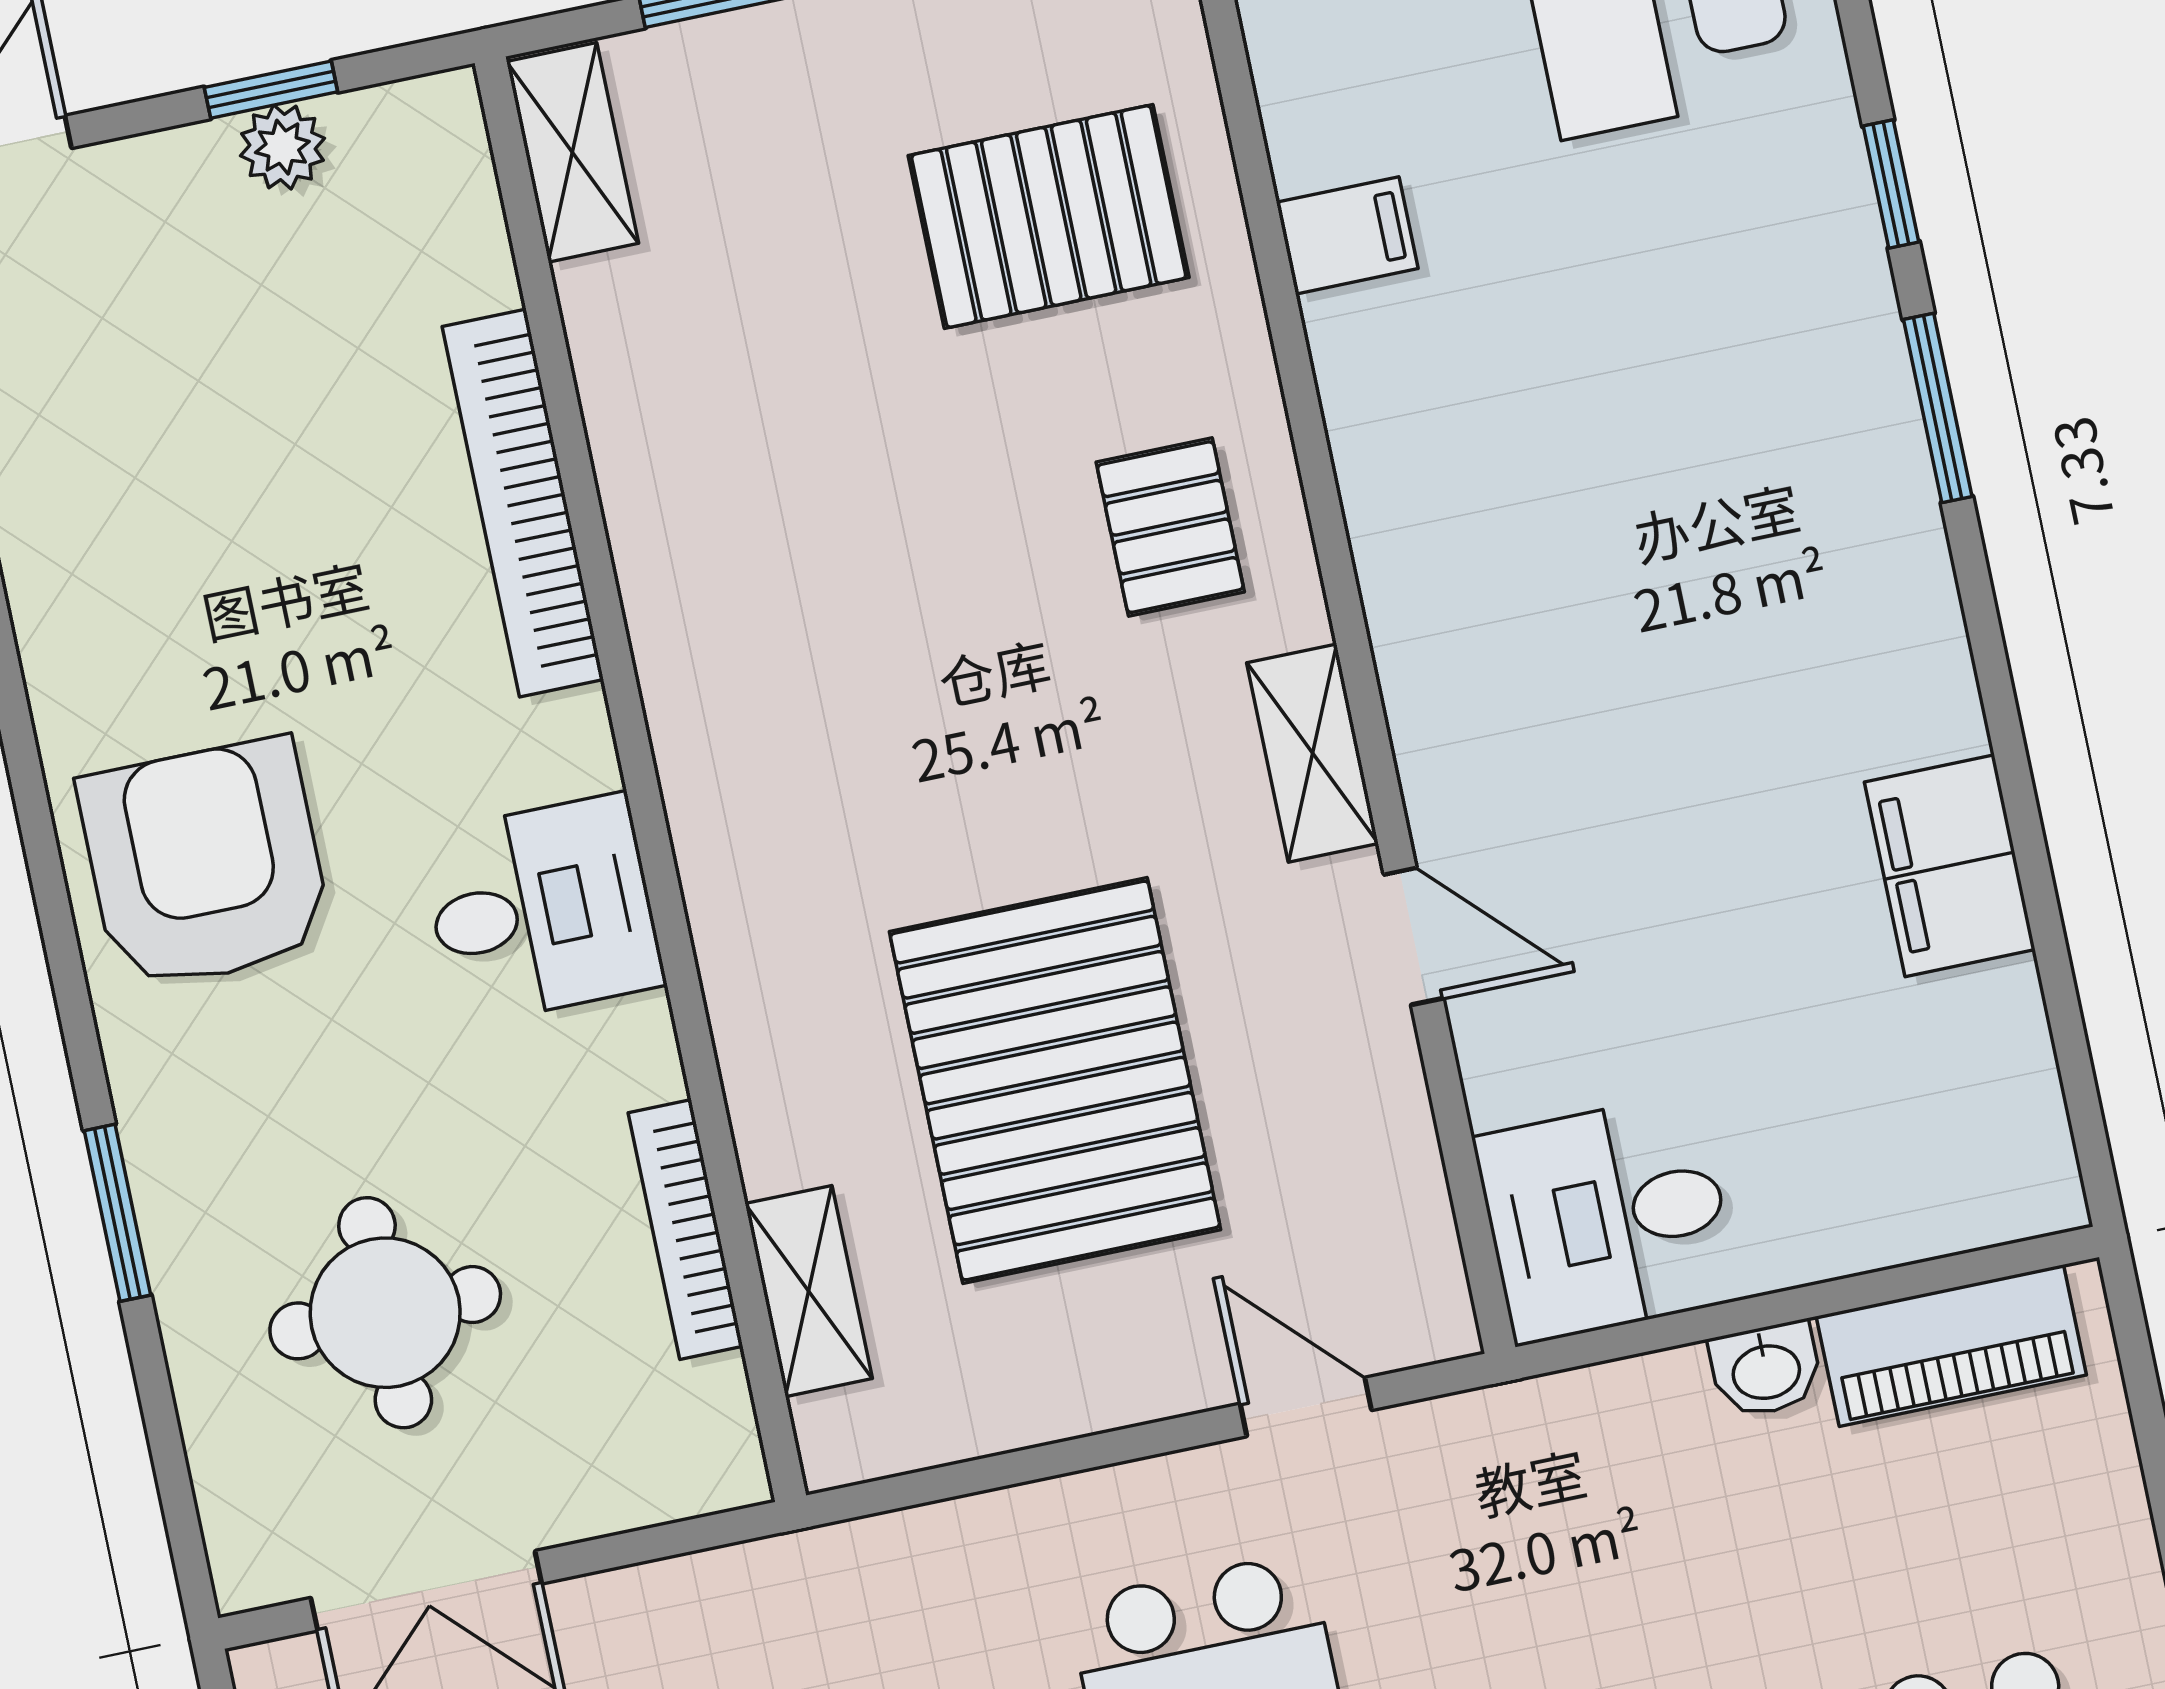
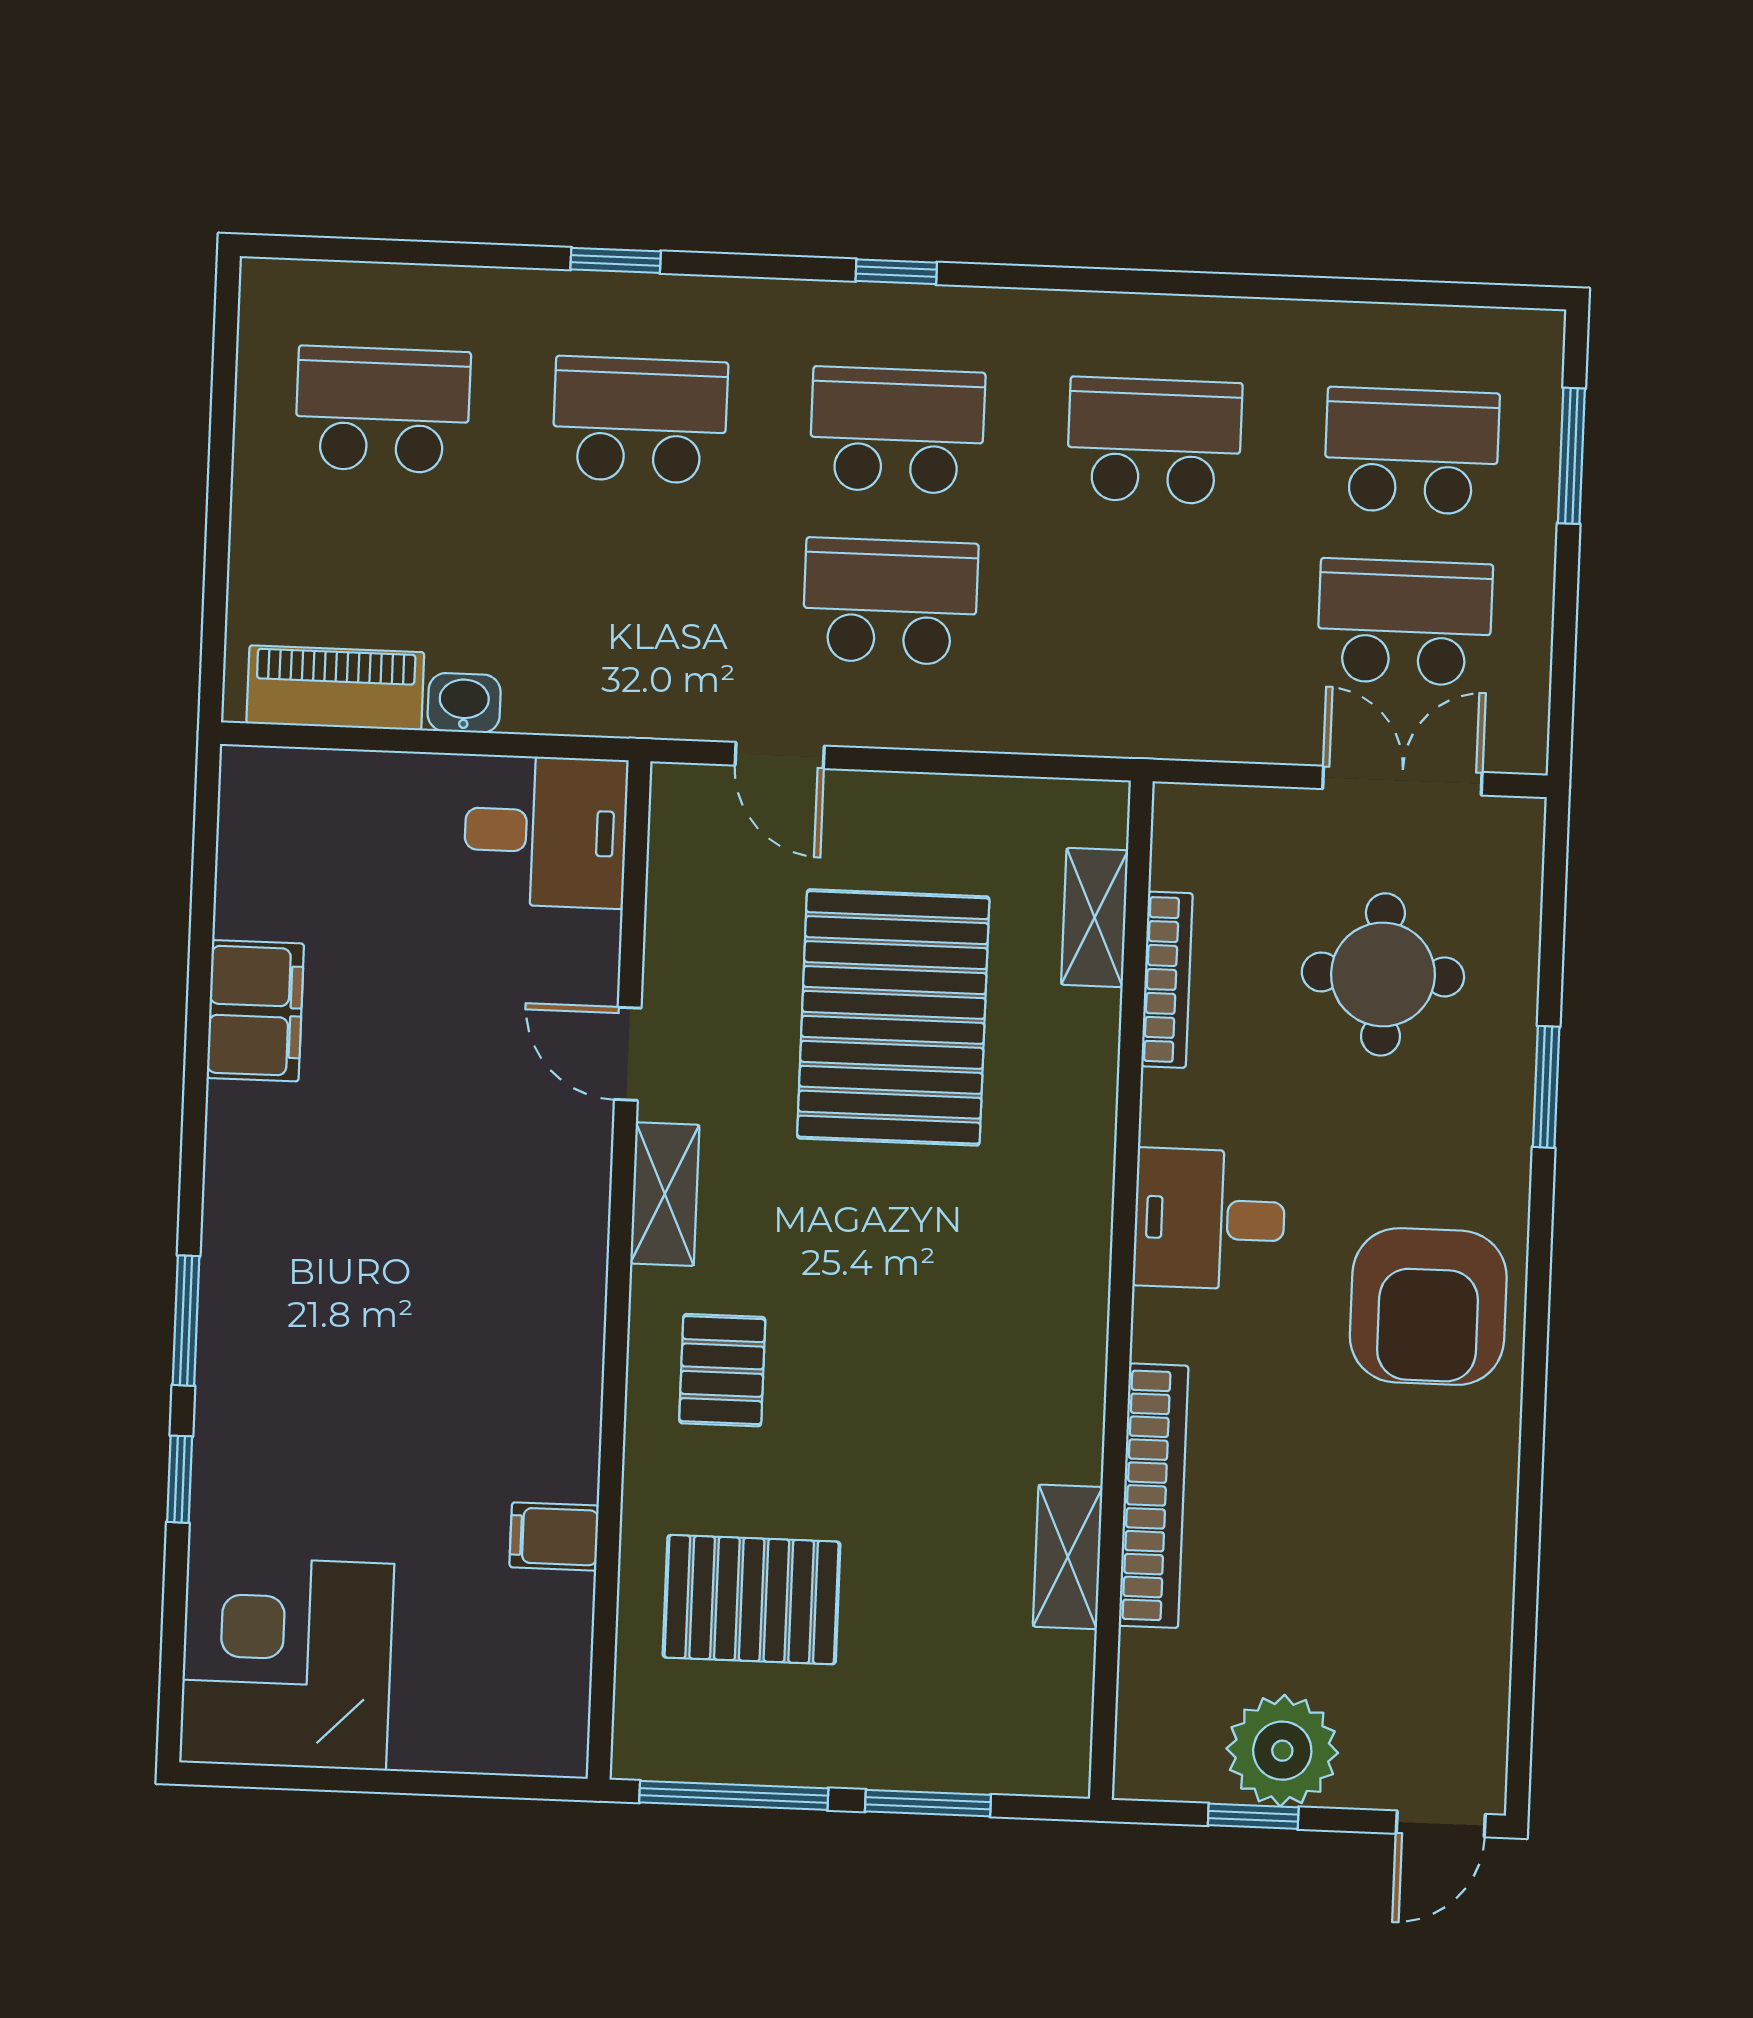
plant: (282, 147) -> (1282, 1751), width x1.88, depth x1.88
shelving: (572, 152) -> (1068, 1557), moved

